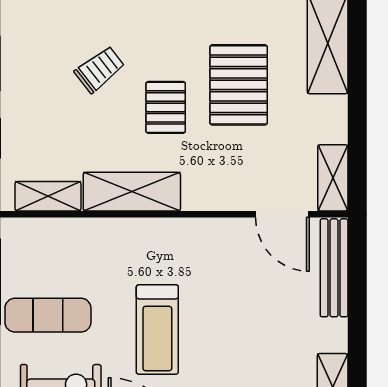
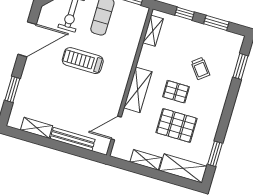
shelving: (333, 178) -> (146, 160), moved
shelving: (132, 192) -> (138, 90), moved
bench: (334, 268) -> (73, 139), moved

